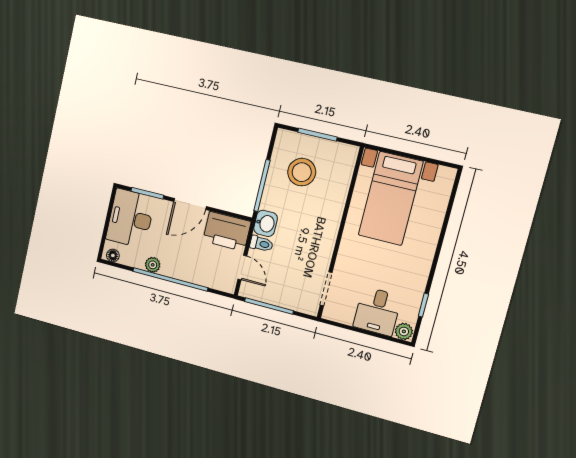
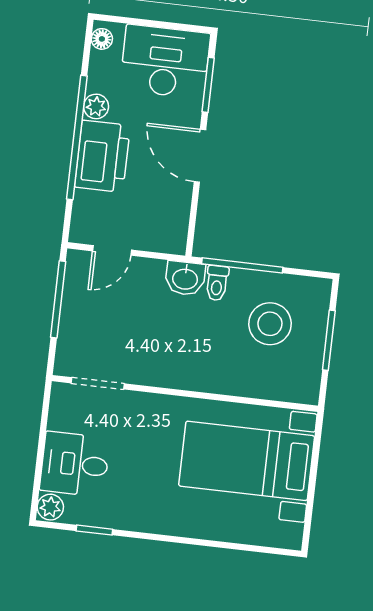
printer: (227, 231) -> (102, 156), moved, turned 180
toilet: (261, 244) -> (217, 283), moved

